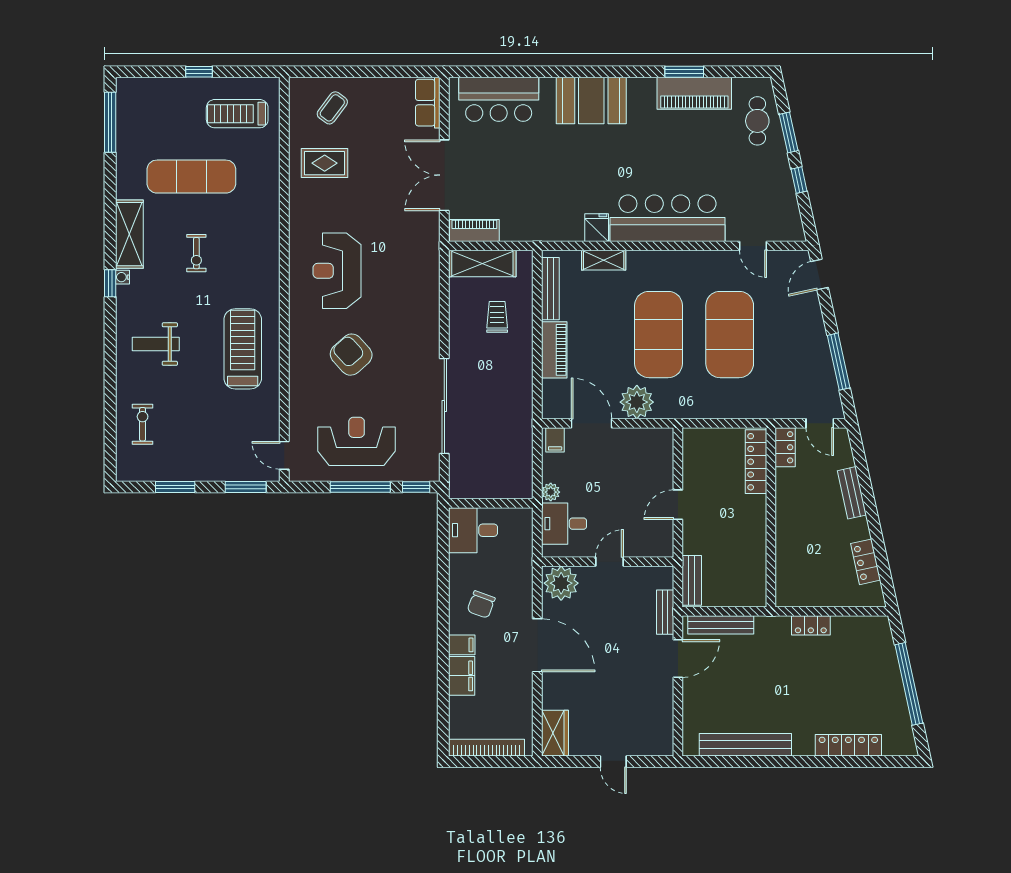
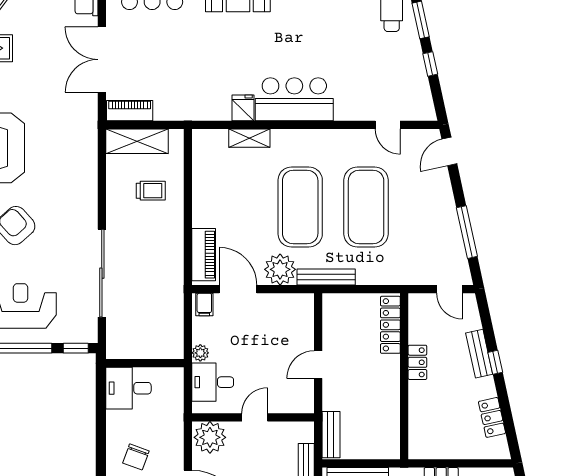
bar counter: (667, 218) -> (294, 99), width x0.73
bench: (550, 289) -> (326, 277), moved, turned 90
trolley: (497, 317) -> (151, 191), turned 90
piano: (554, 350) -> (204, 255), moved
locker: (785, 447) -> (417, 362), moved
window: (869, 502) -> (495, 362), added

